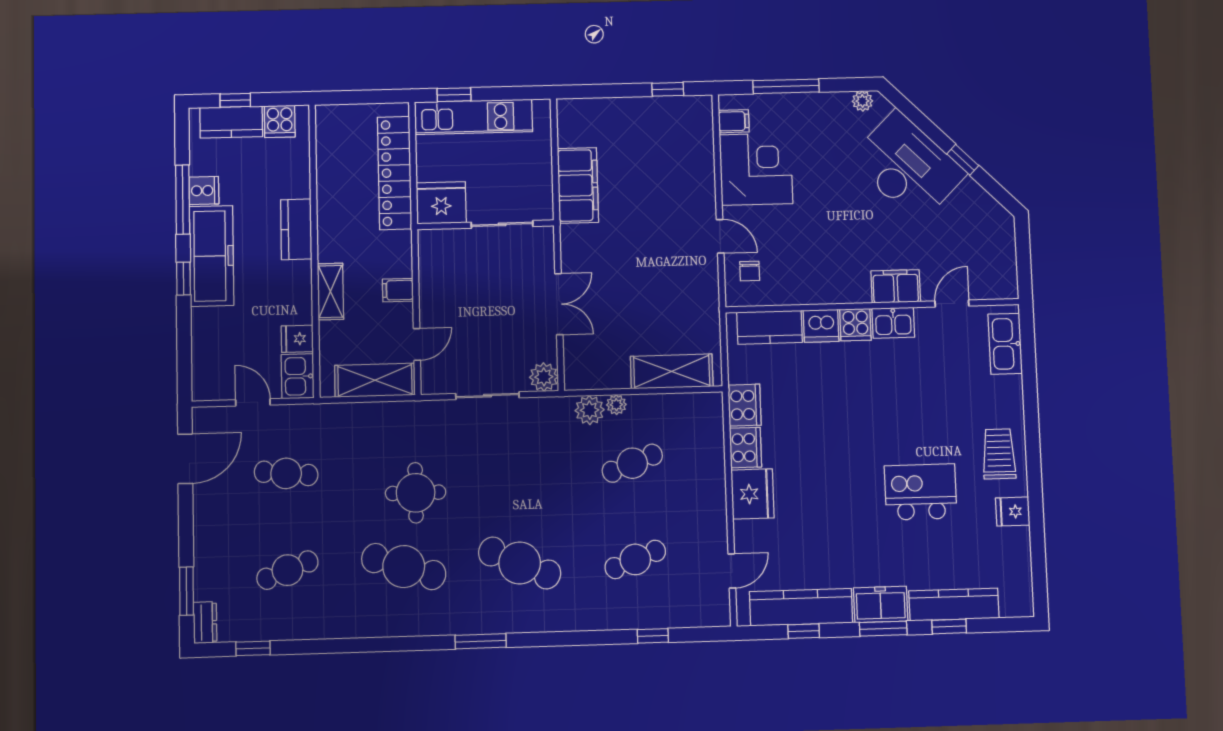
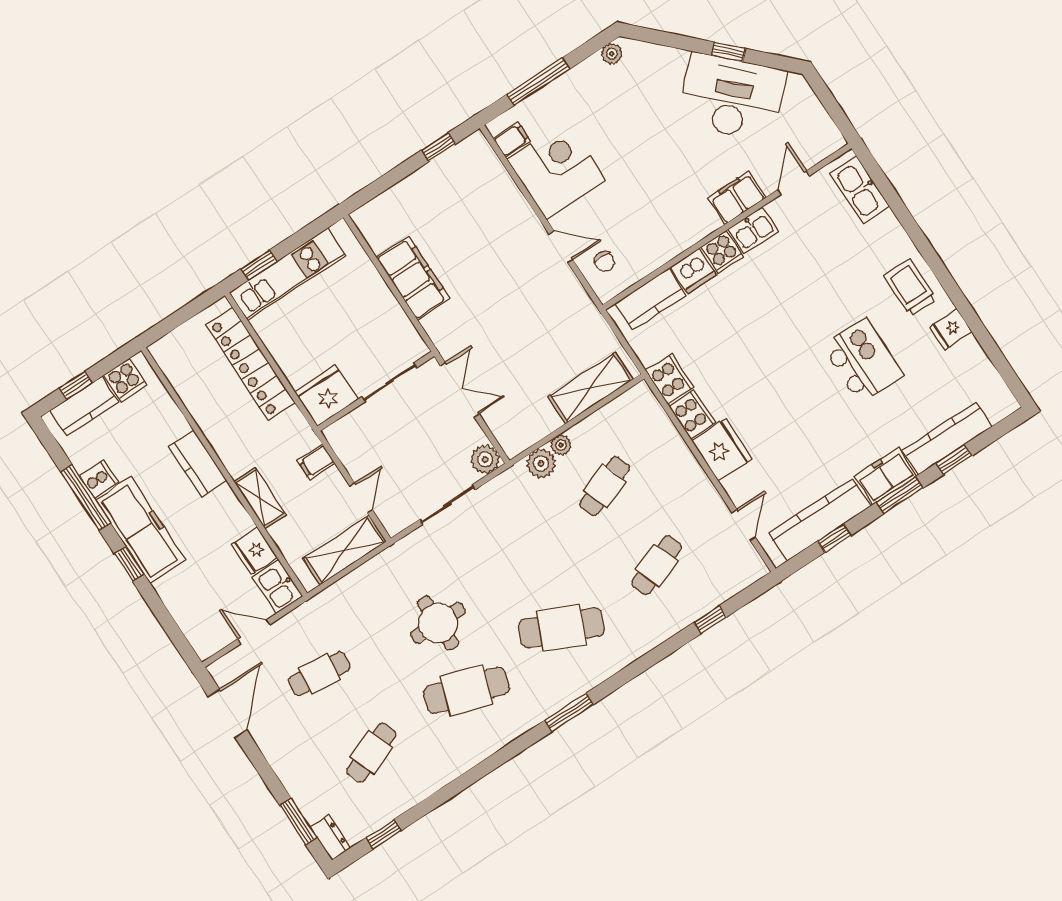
desk: (907, 167) -> (732, 97), moved
fridge: (441, 203) -> (326, 396), moved
sliding door: (502, 224) -> (390, 382), moved
wall: (486, 225) -> (376, 391), moved
fridge: (297, 339) -> (254, 551), width x1.38
kitchen island: (921, 492) -> (863, 361), turned 90

